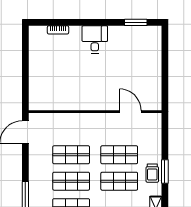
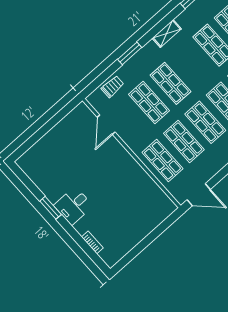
window: (136, 22) -> (51, 208), moved
shop shelf: (71, 128) -> (162, 161), added
trolley: (152, 173) -> (112, 87), moved

